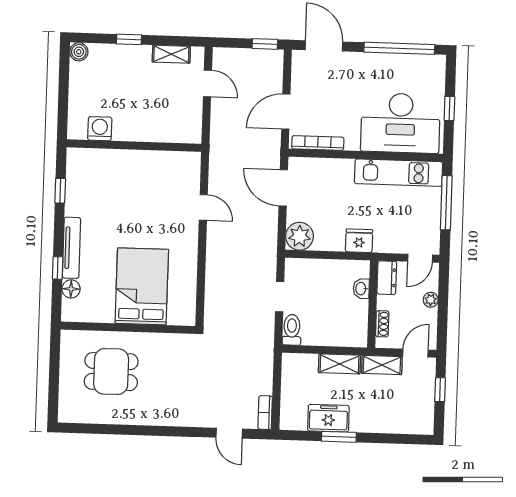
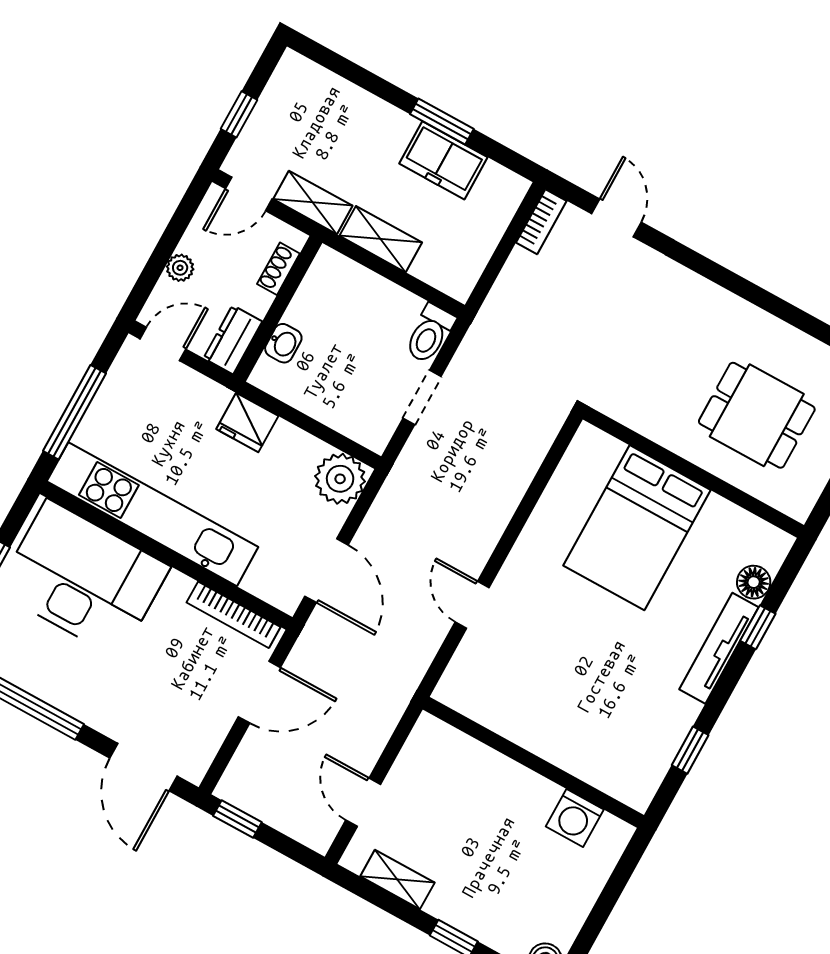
kitchen unit: (399, 173) -> (153, 514), width x1.36

